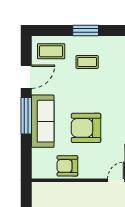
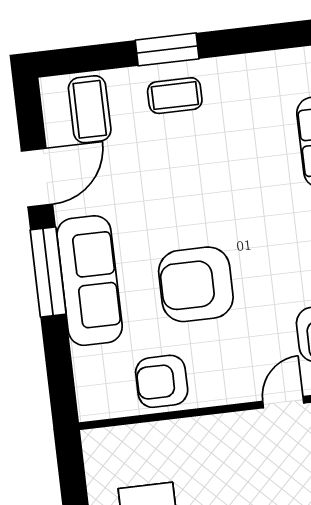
coffee table: (51, 51) -> (90, 109), turned 90
coffee table: (87, 62) -> (175, 96), moved

